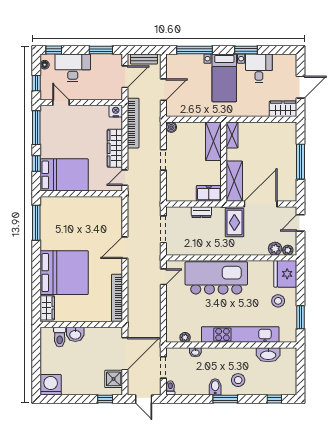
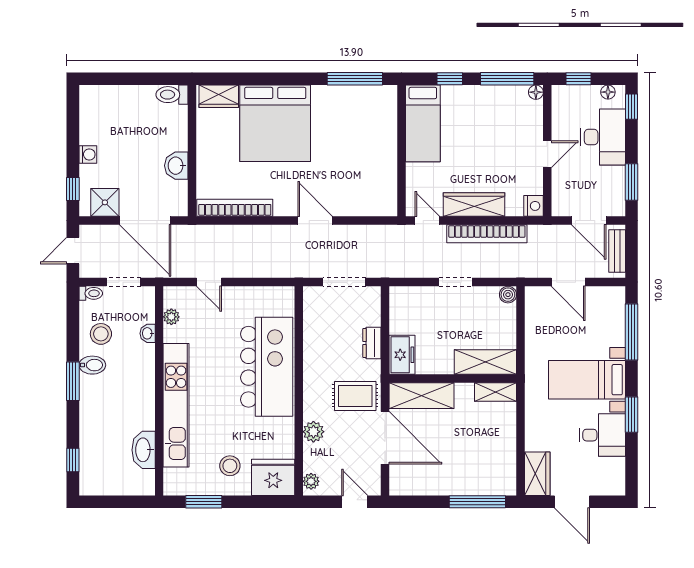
door: (61, 103) -> (547, 154), moved
floor lamp: (45, 110) -> (536, 92), added
bookcase: (133, 123) -> (487, 234), moved
window: (301, 162) -> (477, 502), moved
bed: (64, 175) -> (423, 123), width x0.67
plant: (275, 249) -> (313, 432), moved
door: (163, 277) -> (209, 282), moved
washbasin: (75, 334) -> (176, 166), moved
toilet: (60, 337) -> (172, 95), moved
stool: (238, 380) -> (101, 334), moved
washing machine: (51, 385) -> (88, 154), moved, width x0.53, depth x0.53

